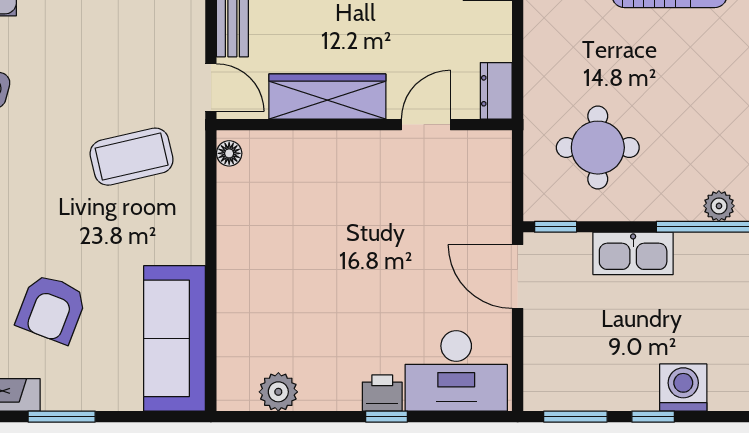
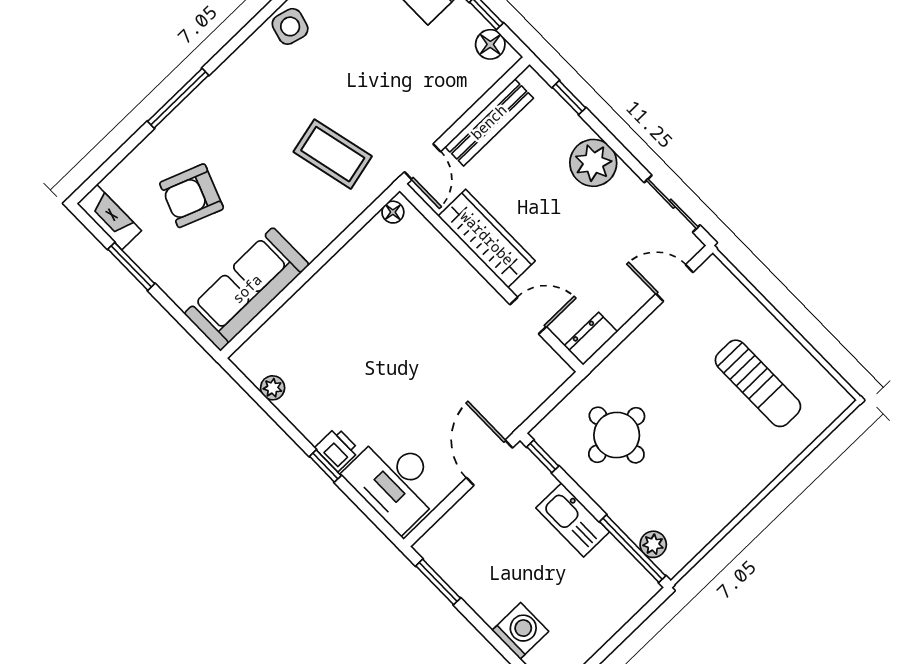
plant: (278, 392) -> (273, 388), width x0.73, depth x0.73
window: (653, 417) -> (485, 630), removed

